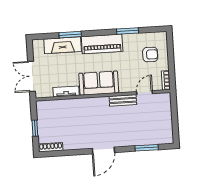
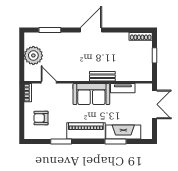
door: (144, 93) -> (49, 82), swing flipped
bench: (123, 100) -> (102, 76), moved
plant: (162, 120) -> (33, 55), added

